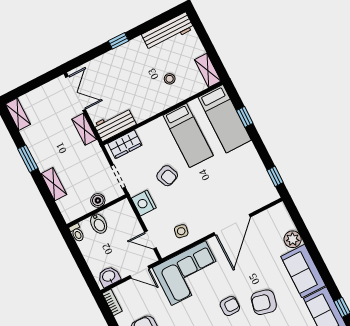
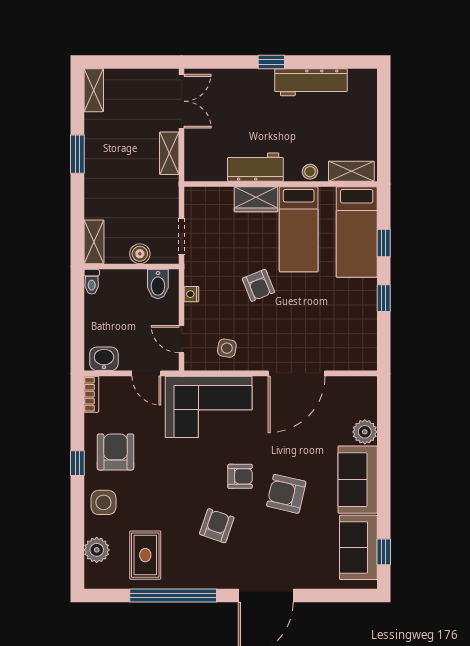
workbench: (168, 31) -> (311, 82), moved
shelving: (208, 70) -> (351, 171), moved, turned 90
stool: (170, 79) -> (310, 172), moved
workbench: (115, 124) -> (255, 167), moved
wardrobe: (125, 144) -> (256, 199), moved
armchair: (167, 176) -> (258, 285), moved
window: (275, 176) -> (384, 298), moved
shelving: (54, 184) -> (94, 242), moved
nightstand: (144, 203) -> (191, 294), width x0.53, depth x0.56
bidet: (99, 224) -> (158, 284), moved

